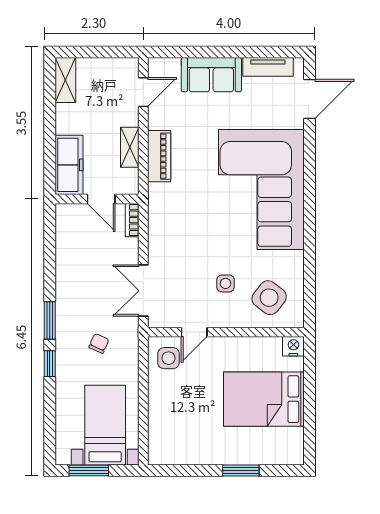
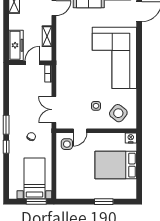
piano: (159, 156) -> (62, 41), removed
door: (101, 199) -> (32, 63), swing flipped
window: (89, 471) -> (36, 202), moved

